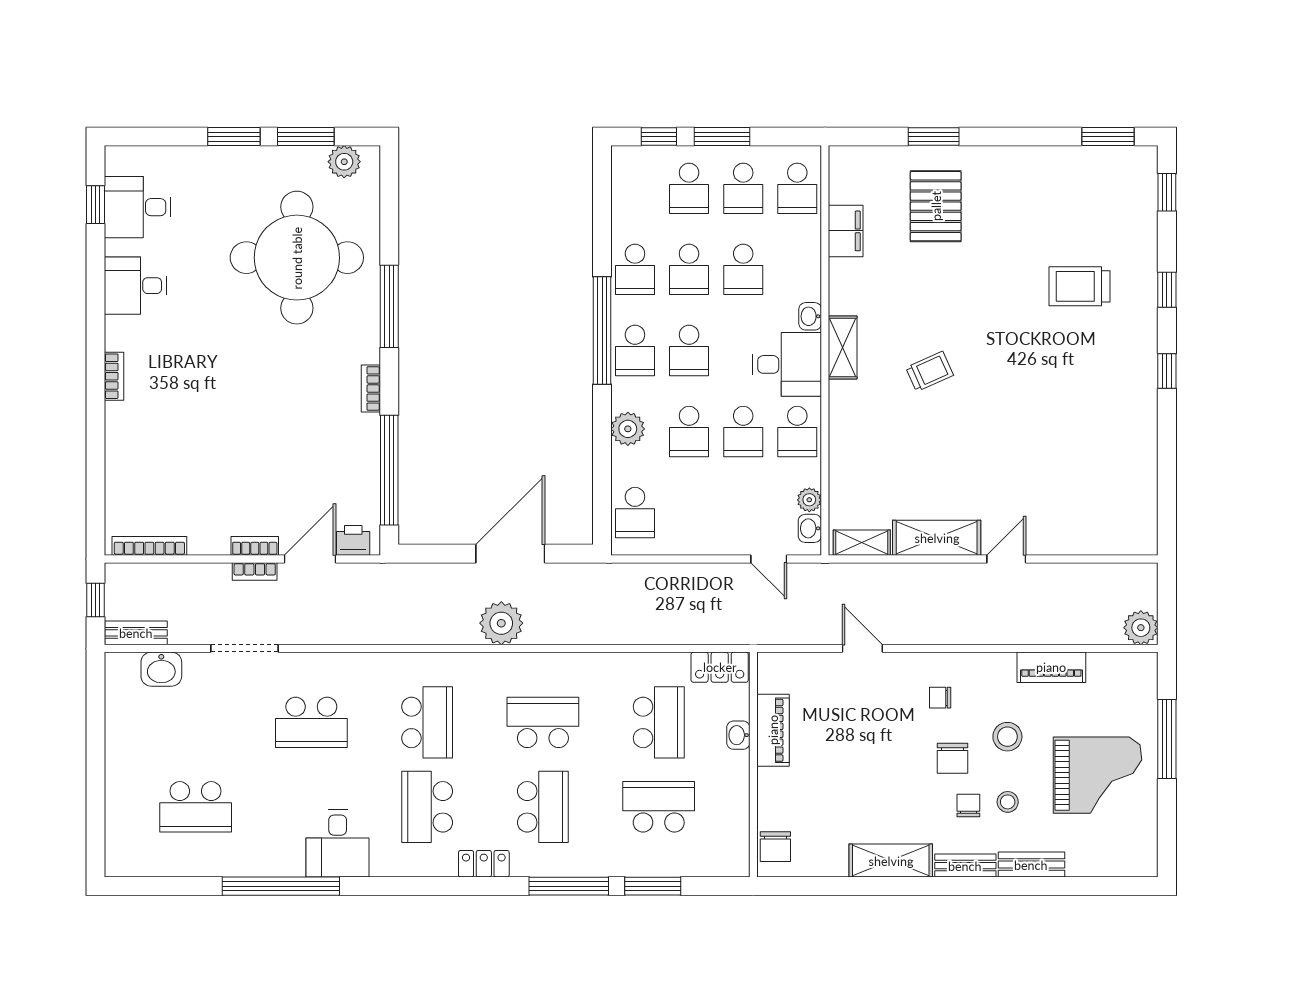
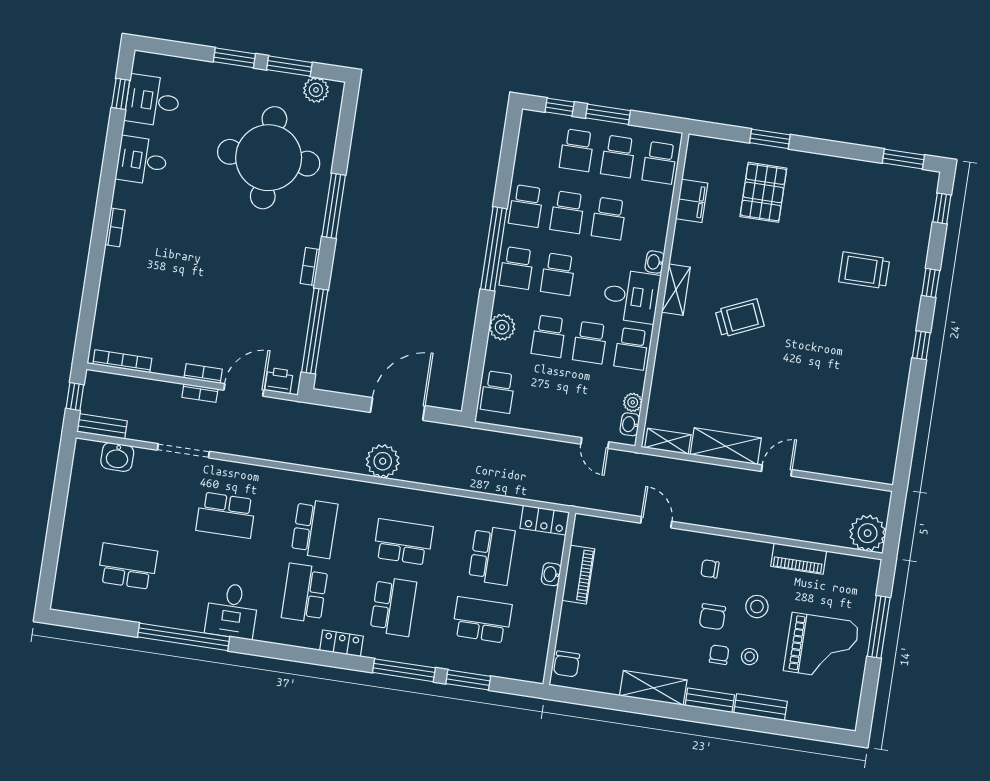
trolley: (930, 371) -> (740, 318), width x1.36, depth x1.39
plant: (1141, 628) -> (868, 533), width x1.36, depth x1.36
school desk: (196, 807) -> (127, 566), turned 180

